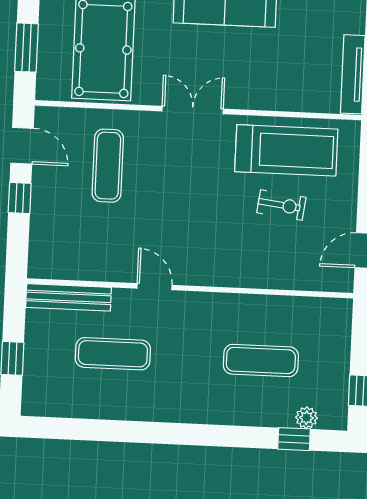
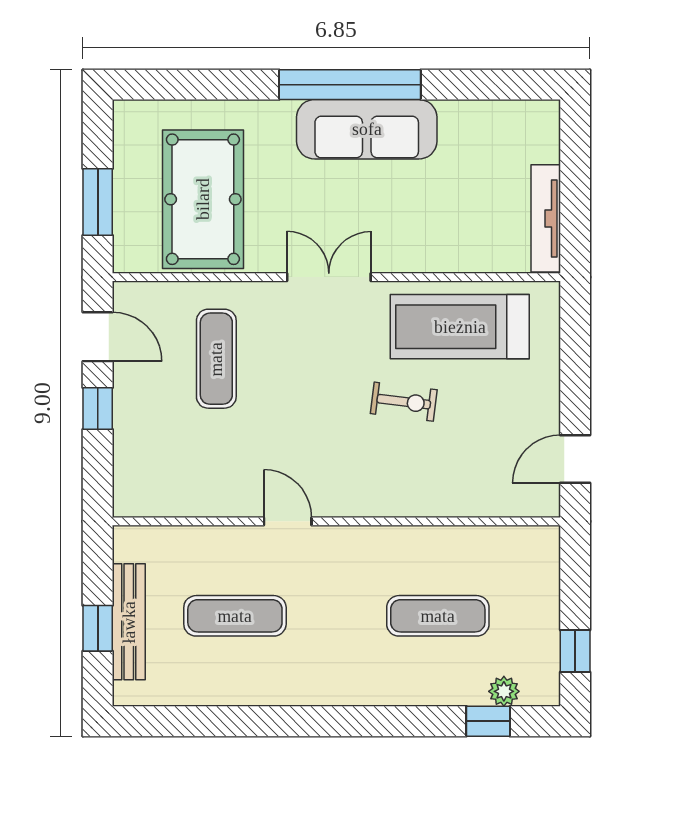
treadmill: (286, 150) -> (460, 327), turned 180
exercise bike: (281, 205) -> (404, 402), moved
bench: (68, 297) -> (129, 622), moved, turned 90

